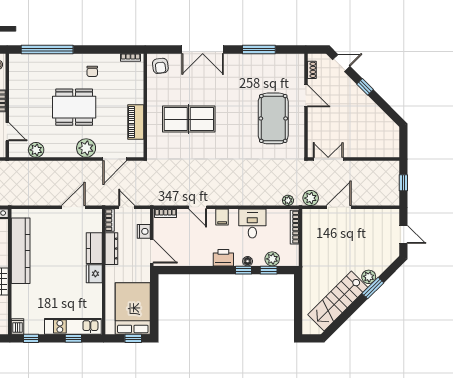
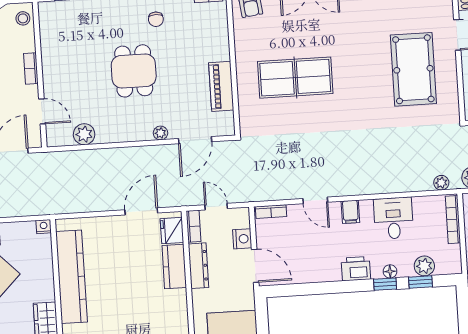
dining table: (74, 107) -> (134, 71), width x0.73
plant: (86, 148) -> (161, 133), width x0.53, depth x0.53
fridge: (94, 274) -> (172, 231), moved

